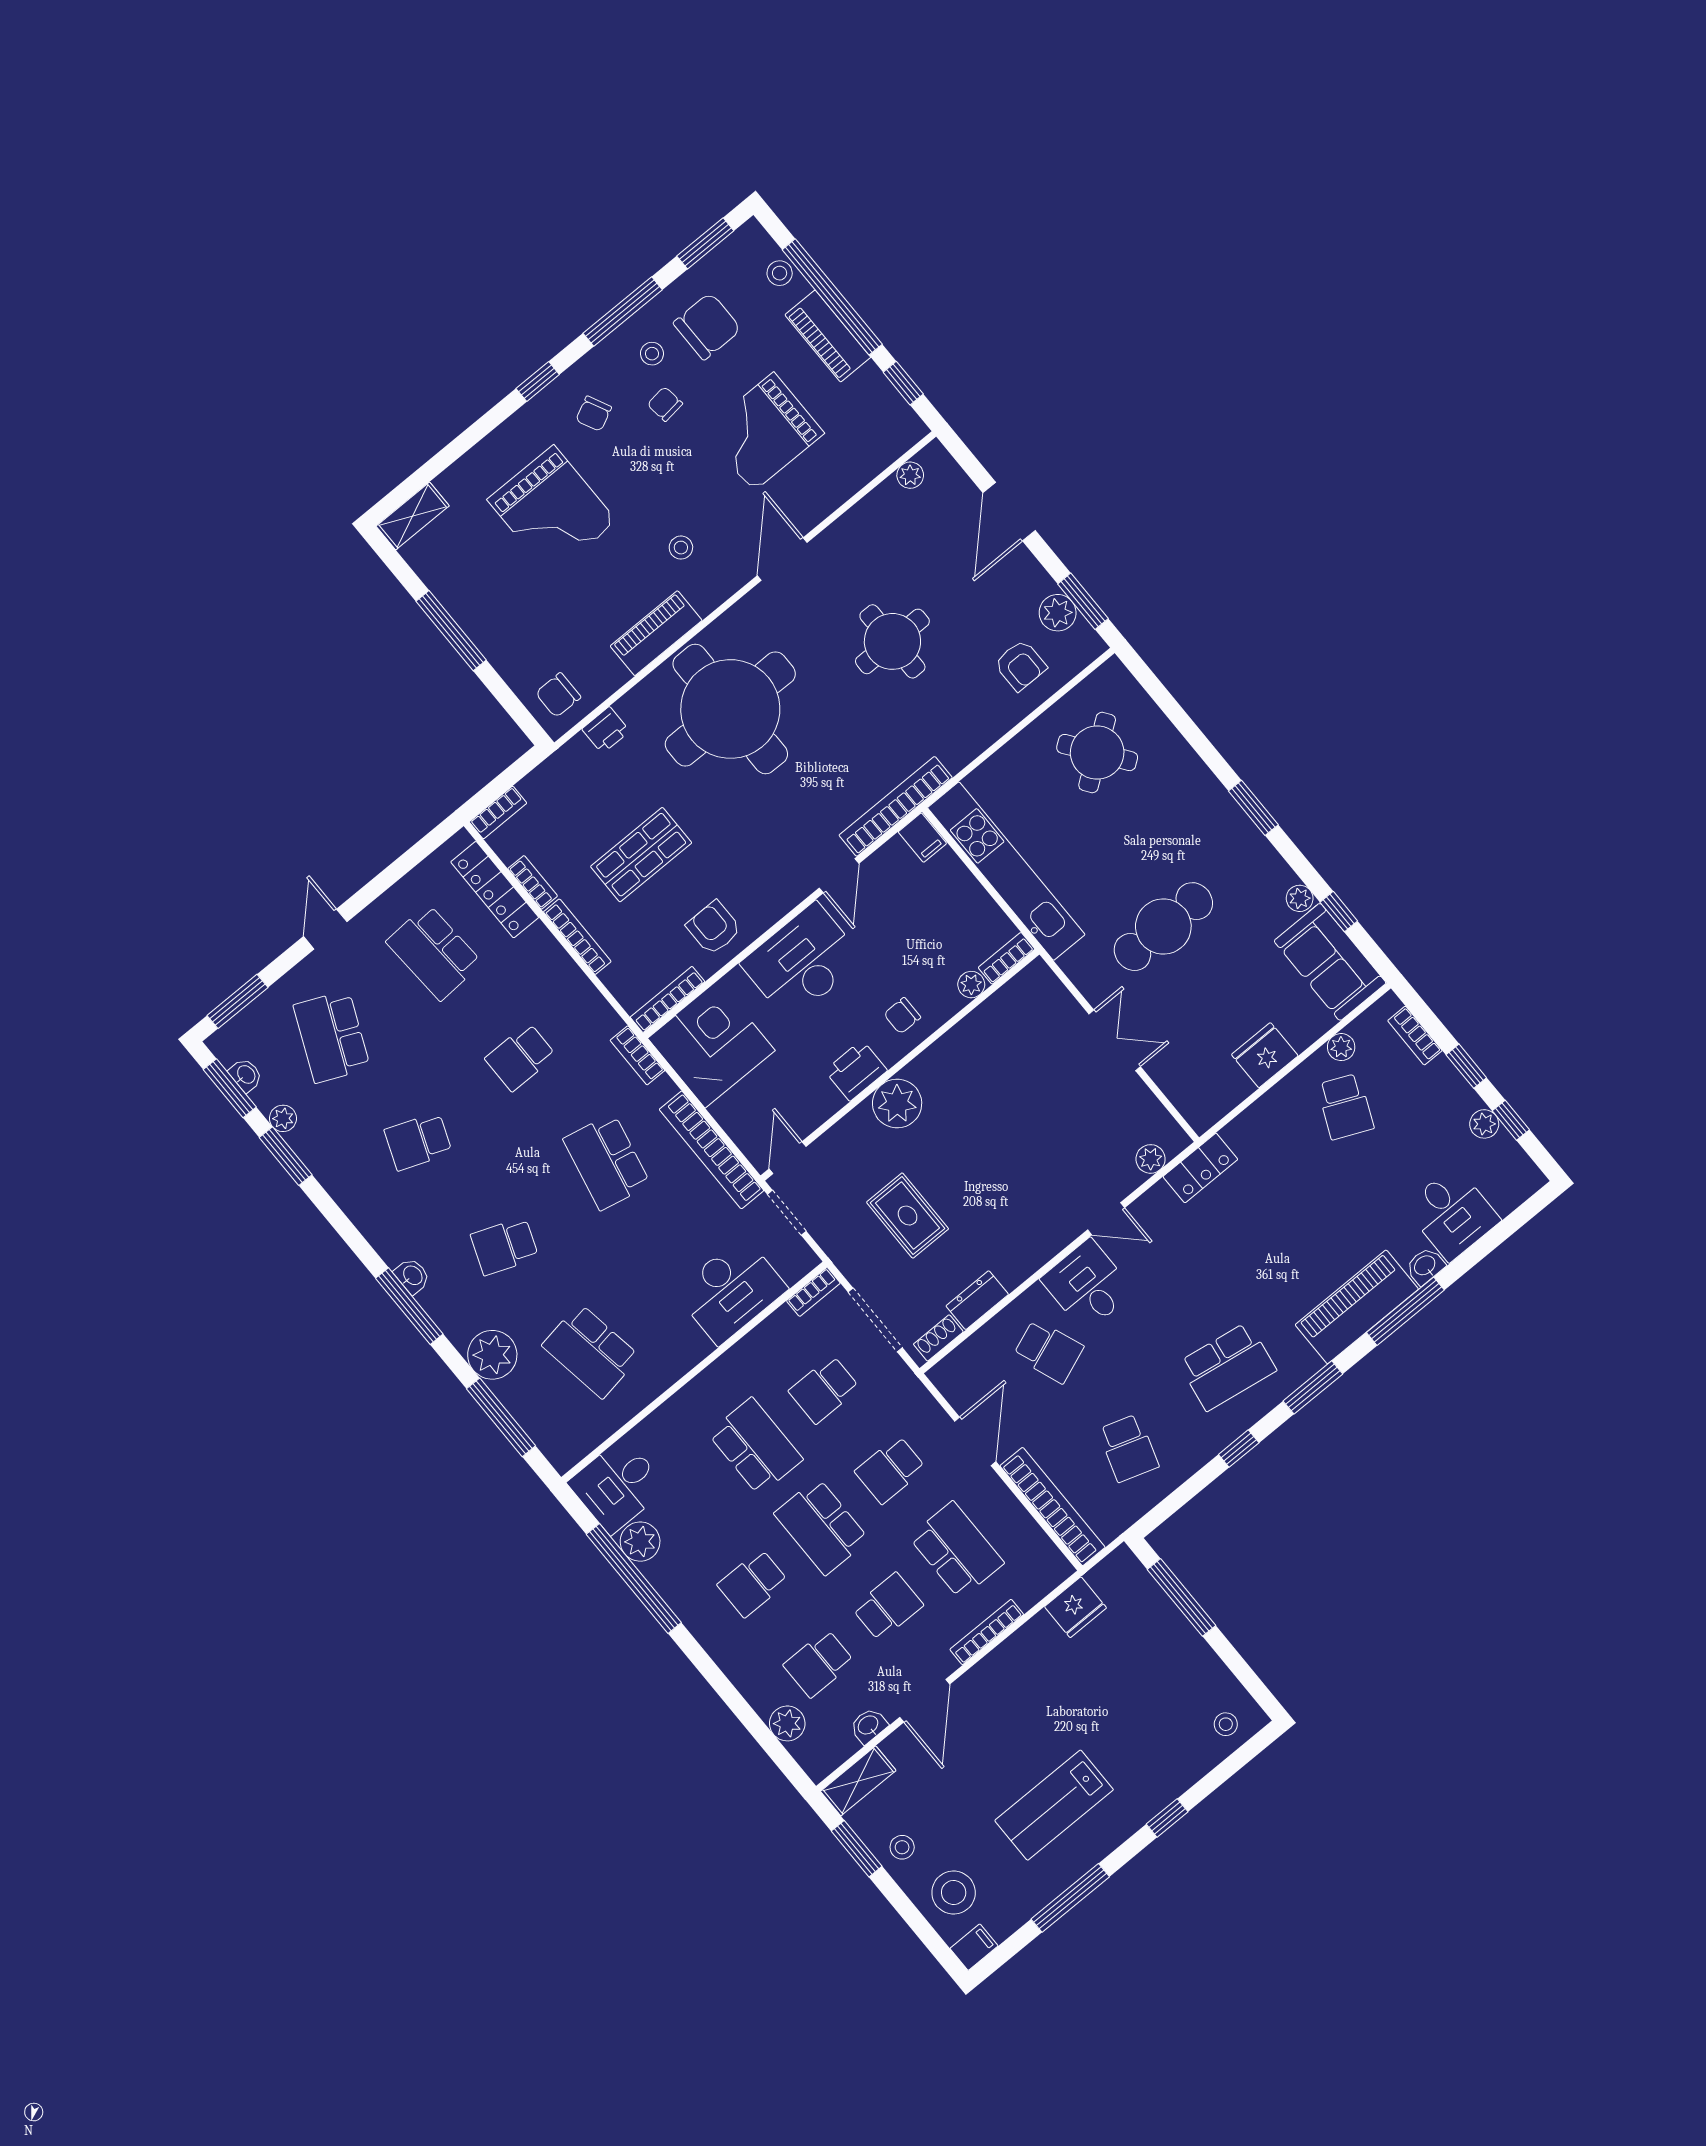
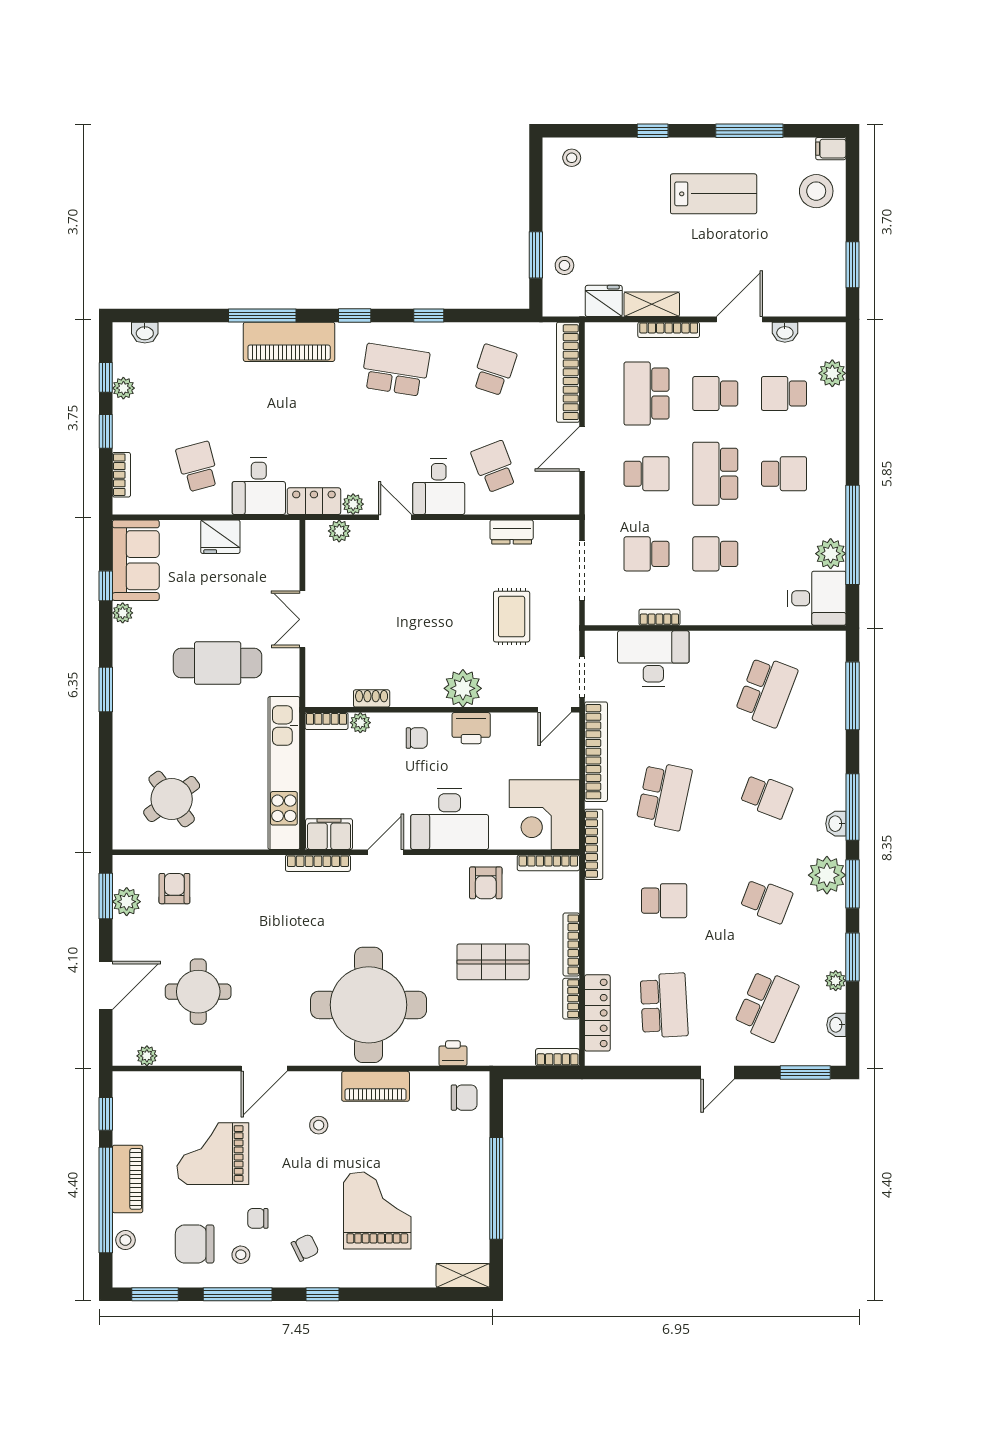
chair: (665, 404) -> (258, 1218), turned 97
grand piano: (763, 432) -> (213, 1154), turned 180
window: (451, 631) -> (496, 1188), width x1.46
round table: (892, 641) -> (198, 992), moved
bookcase: (896, 806) -> (318, 863), width x0.68, depth x0.76
filing cabinet: (922, 838) -> (329, 834), width x2.00
plant: (1341, 1047) -> (353, 504), moved
bookcase: (637, 1055) -> (594, 844), width x1.56
window: (230, 1088) -> (852, 884), moved
school desk: (1345, 1106) -> (198, 467), turned -39
desk: (1452, 1214) -> (259, 486), moved, turned 180
washbasin: (1425, 1266) -> (145, 333), moved
bookcase: (813, 1292) -> (659, 617), moved
shoe rack: (938, 1338) -> (372, 698), moved, turned 180
school desk: (591, 1351) -> (766, 691), turned 30
plant: (492, 1355) -> (827, 875), moved
window: (1313, 1387) -> (355, 315), width x0.67
school desk: (824, 1390) -> (647, 554), turned 180
school desk: (755, 1446) -> (715, 554), width x0.54
school desk: (822, 1526) -> (715, 474), turned 180
window: (1181, 1597) -> (536, 255), width x0.69
school desk: (819, 1663) -> (784, 394), turned 180
shelving: (858, 1781) -> (652, 304), moved
stool: (902, 1847) -> (564, 265), moved

